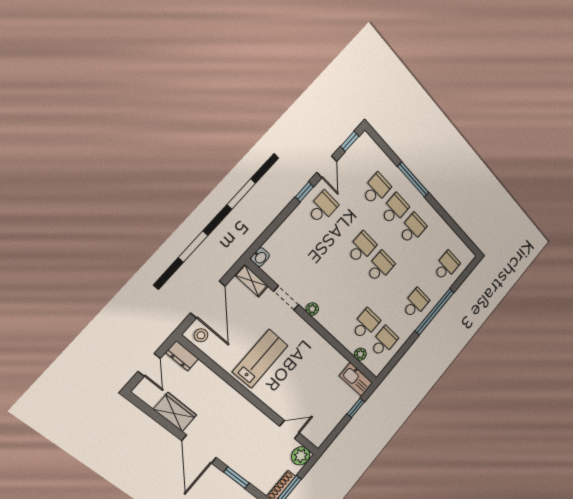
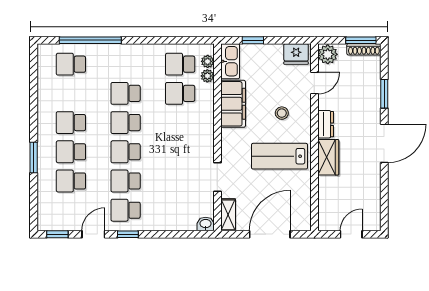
window: (413, 180) -> (34, 158), width x0.69
school desk: (342, 228) -> (126, 181), added
school desk: (416, 303) -> (126, 93), moved
plant: (312, 309) -> (208, 61), moved
window: (435, 312) -> (90, 40), moved
stool: (201, 335) -> (282, 113), moved
dresser: (182, 356) -> (326, 124), moved
filing cabinet: (327, 356) -> (233, 104), added
wardrobe: (175, 412) -> (328, 157), moved, turned 180
door: (289, 429) -> (314, 83), swing flipped
fridge: (321, 432) -> (296, 54), added

